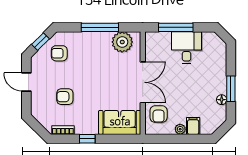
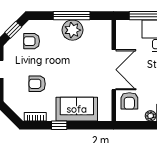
plant: (122, 42) -> (73, 30), moved
sofa: (120, 122) -> (77, 109), moved

